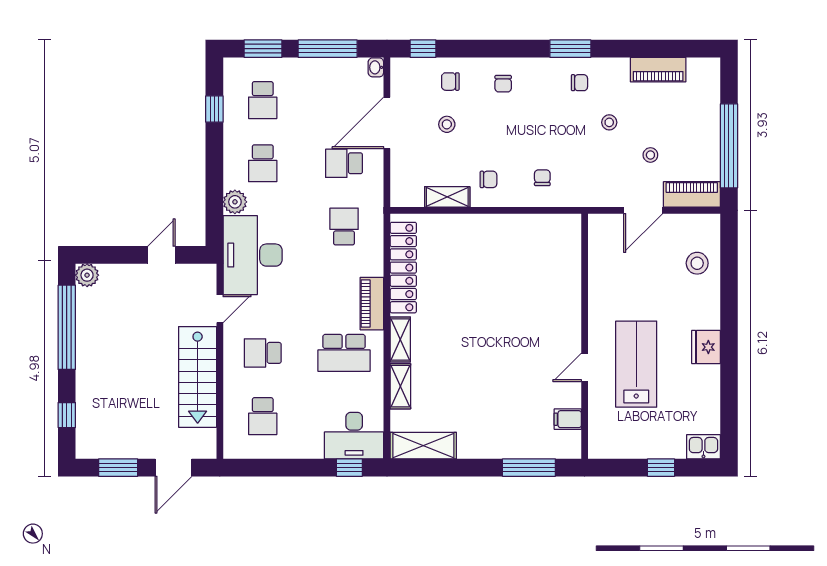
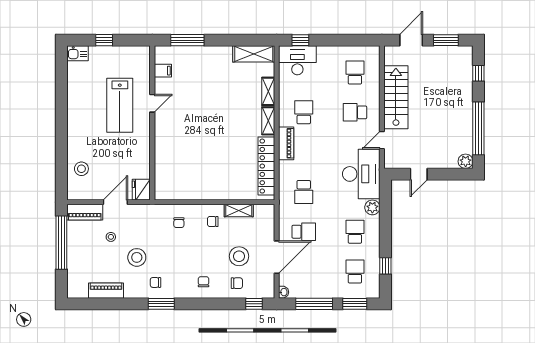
stool: (609, 122) -> (137, 257), width x1.89, depth x1.89
stool: (447, 124) -> (239, 256), width x1.89, depth x1.89
fridge: (706, 347) -> (141, 190), moved, turned 180
school desk: (263, 353) -> (355, 112), turned 180
school desk: (344, 353) -> (304, 112), width x0.54

